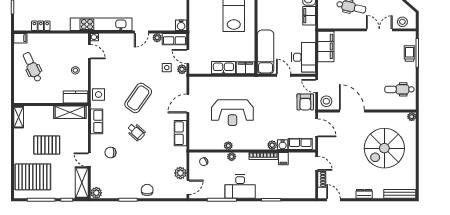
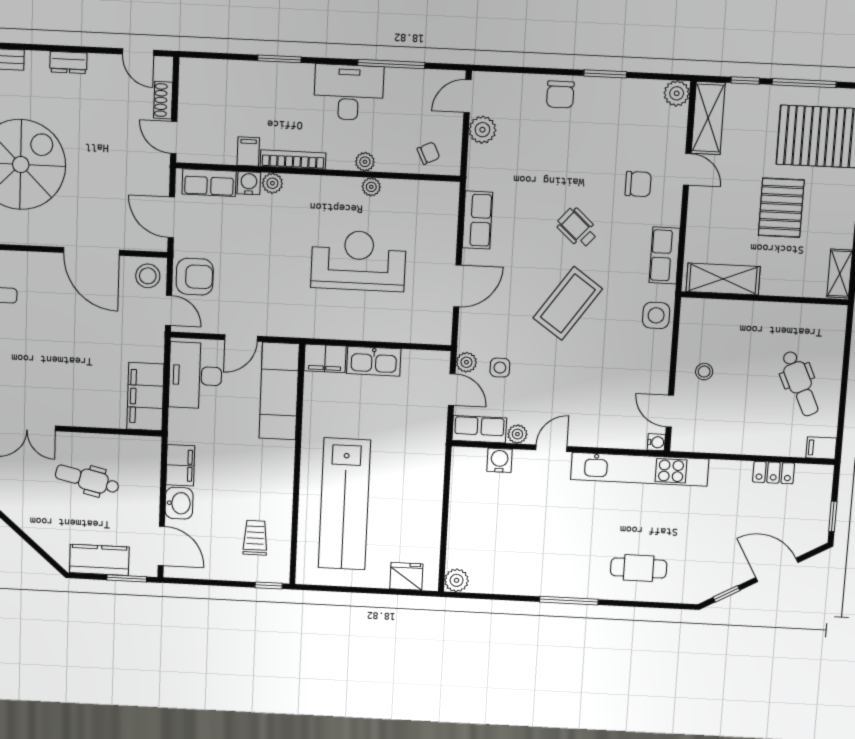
water cooler: (181, 25) -> (500, 460), moved
door: (284, 75) -> (241, 338), hinge flipped
kitchen counter: (75, 97) -> (708, 312), removed
armchair: (305, 102) -> (195, 277), turned 90
pallet: (47, 145) -> (781, 208), turned 90

